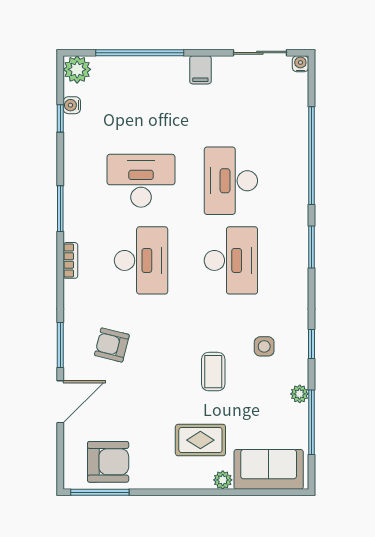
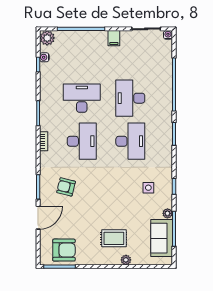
coffee table: (213, 372) -> (121, 201), removed
sofa: (269, 469) -> (162, 238), moved, turned -90

